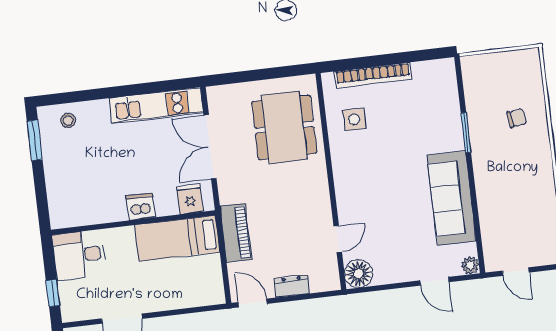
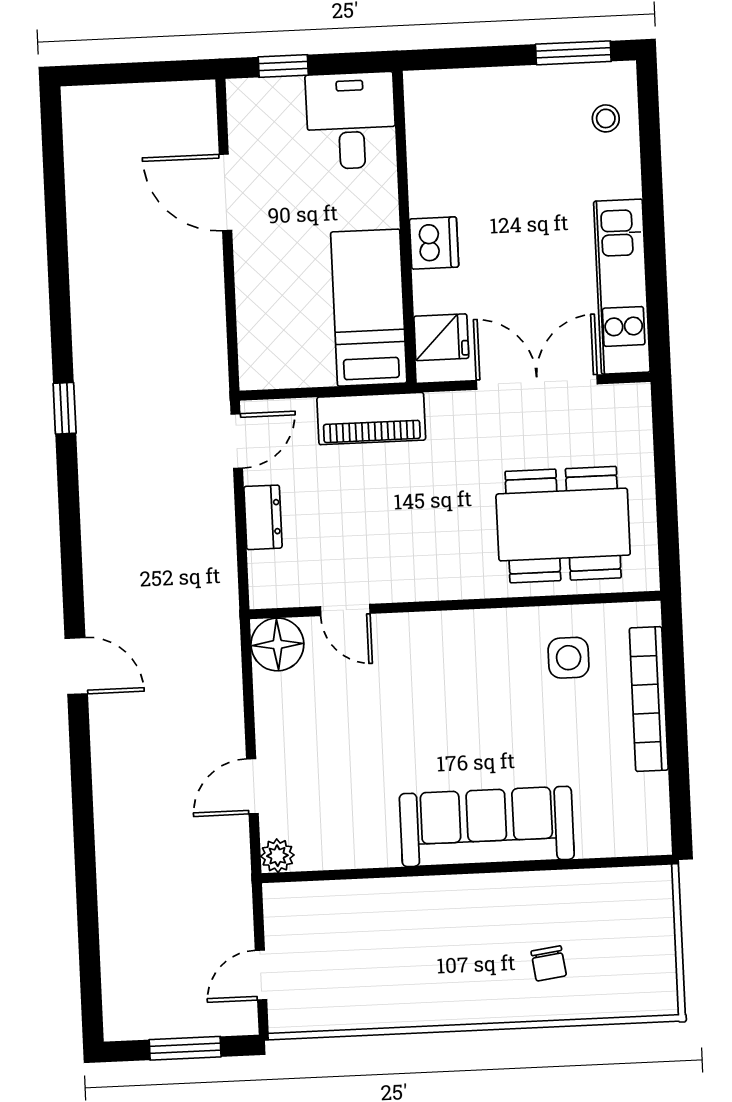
window: (466, 133) -> (528, 866), removed
sofa: (452, 198) -> (487, 826), moved
door: (516, 272) -> (261, 975), moved

